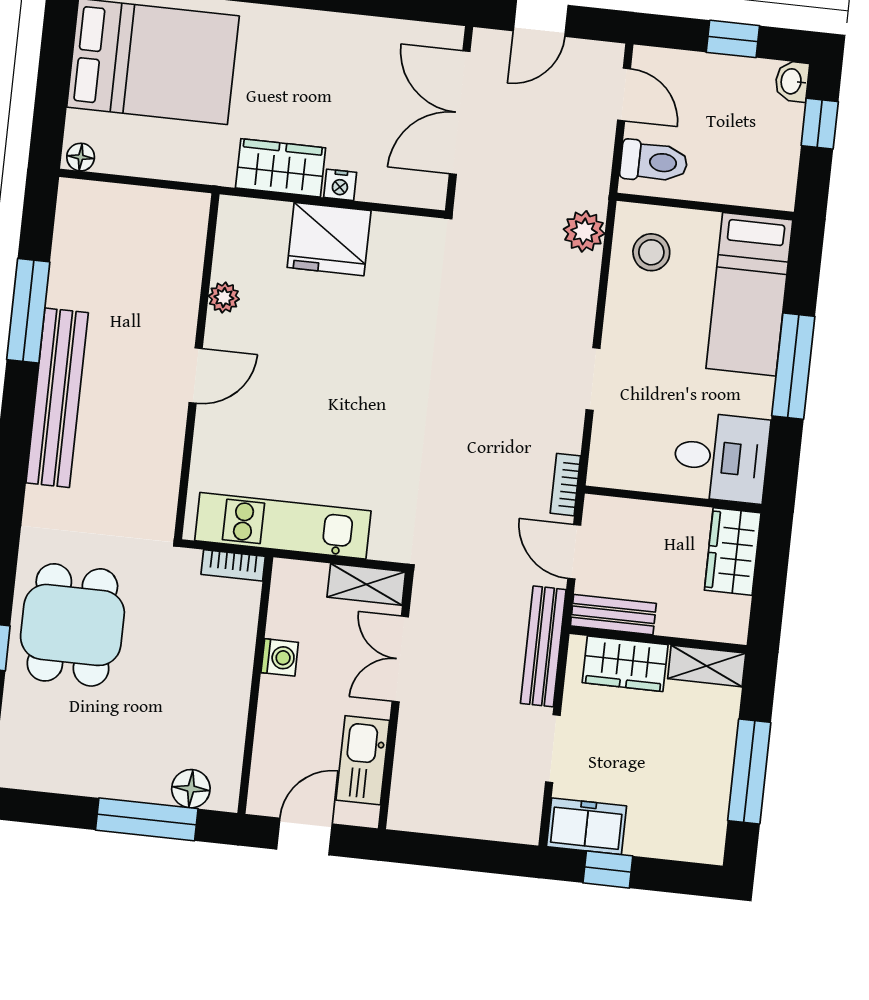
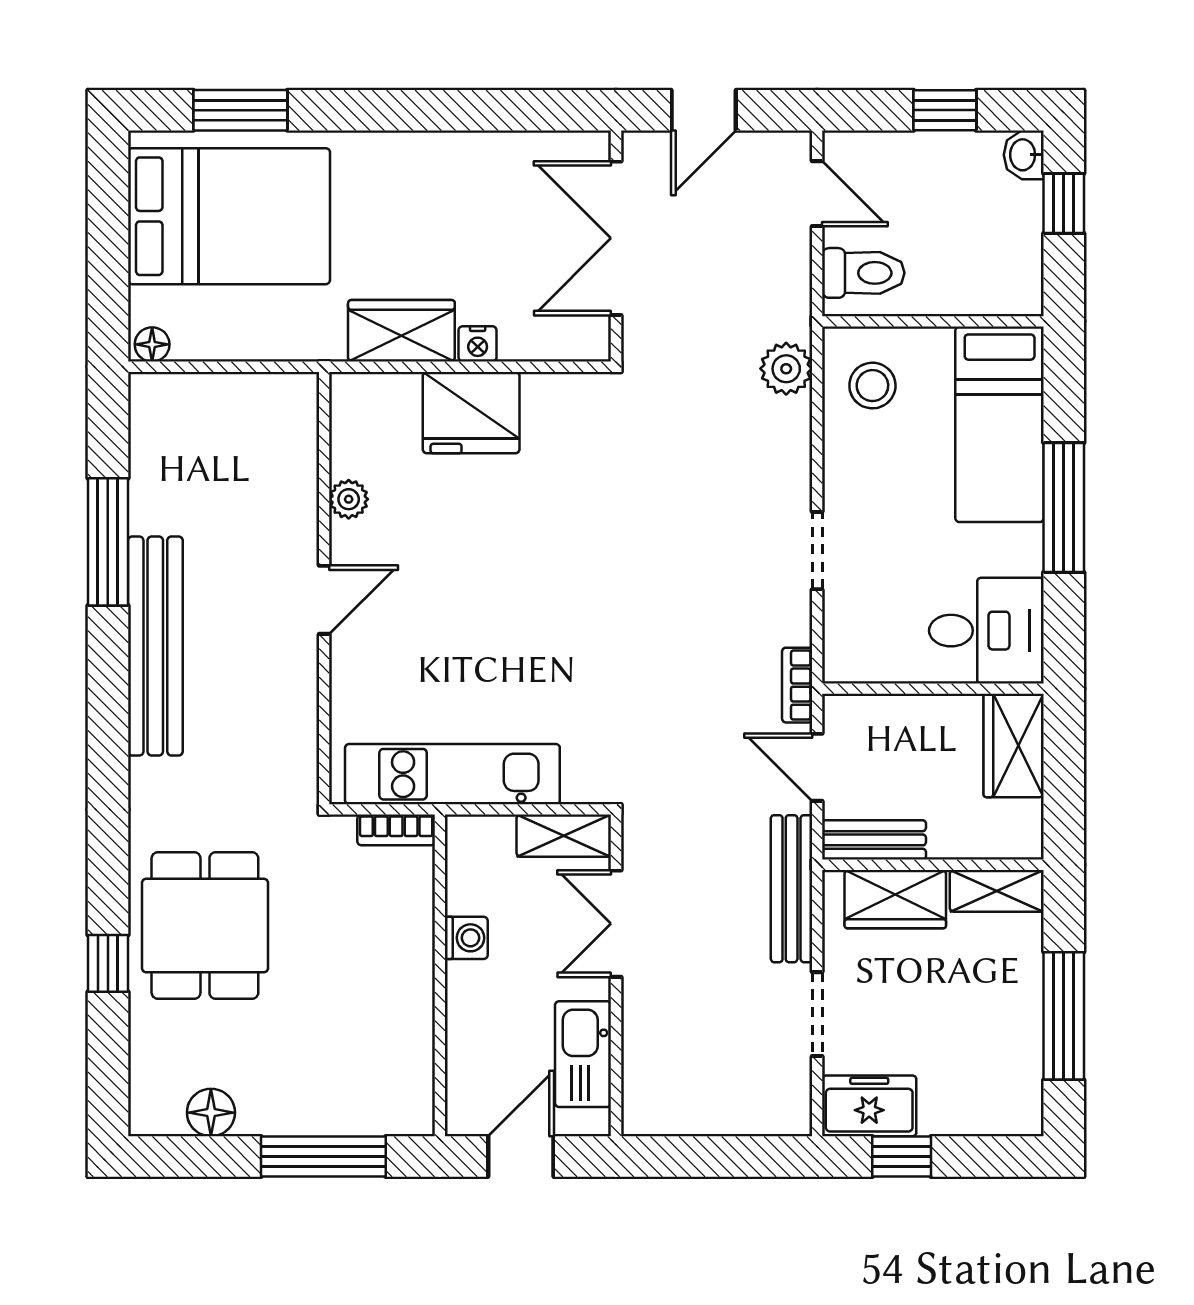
floor lamp: (191, 789) -> (211, 1113), moved

